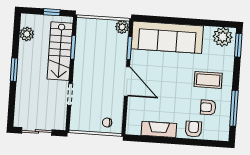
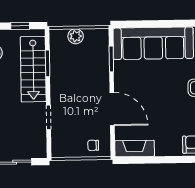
plant: (122, 27) -> (76, 36), moved
door: (127, 81) -> (112, 109), moved
fireplace: (159, 129) -> (135, 149), moved

